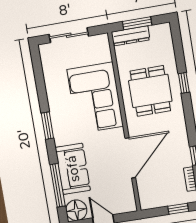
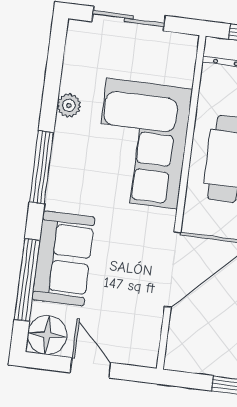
plant: (52, 90) -> (69, 105), added
window: (47, 126) -> (41, 167), width x1.44

